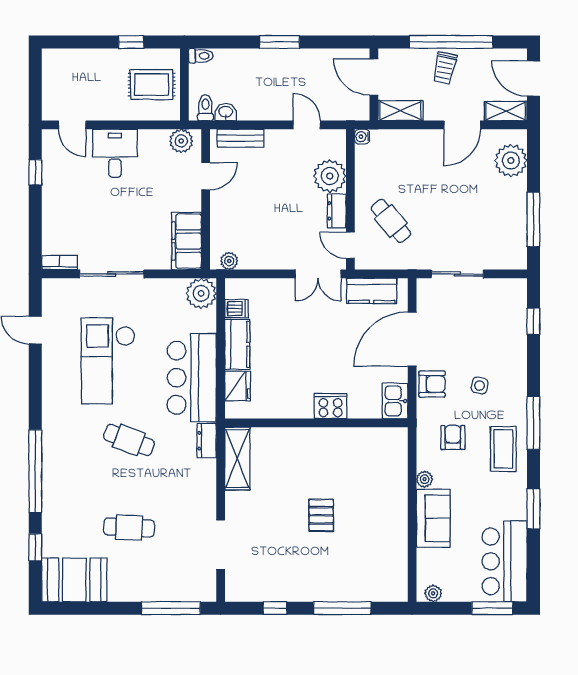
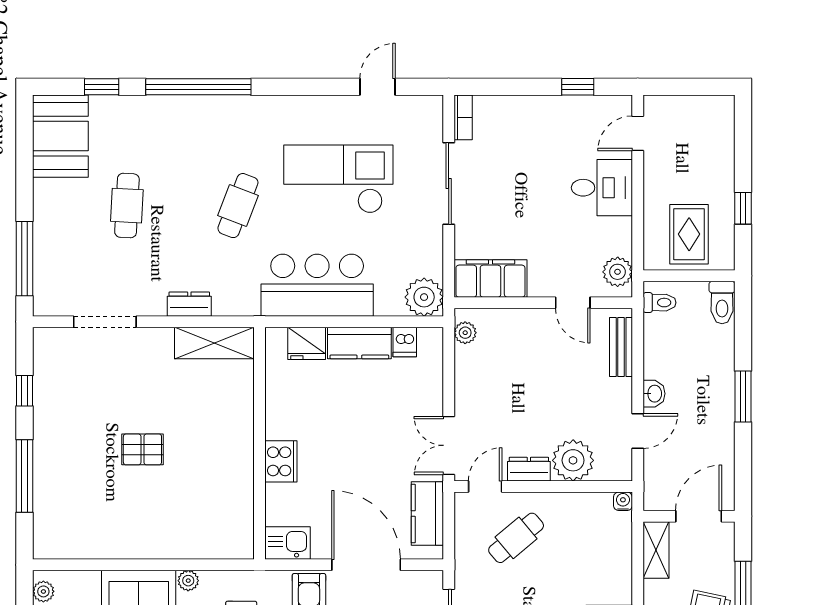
toilet: (201, 56) -> (722, 303), width x1.37, depth x1.39
washbasin: (226, 112) -> (654, 394), moved
dresser: (207, 441) -> (189, 304), moved

